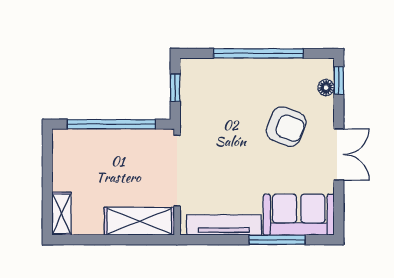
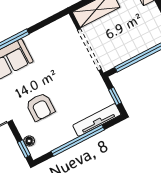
armchair: (286, 127) -> (40, 107), turned -111
tv unit: (224, 225) -> (97, 120), moved, turned 180

